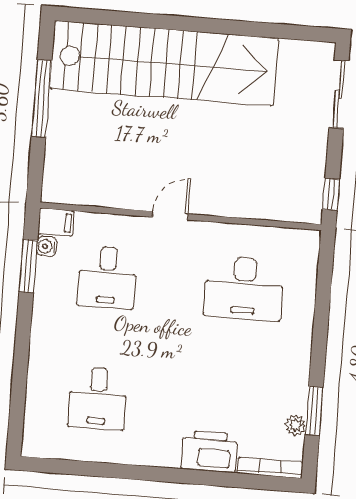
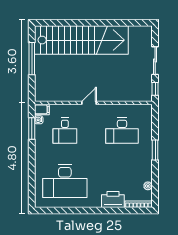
sliding door: (339, 94) -> (155, 61), moved
desk: (98, 398) -> (65, 181), width x1.87, depth x1.30
window: (314, 411) -> (155, 150), moved

